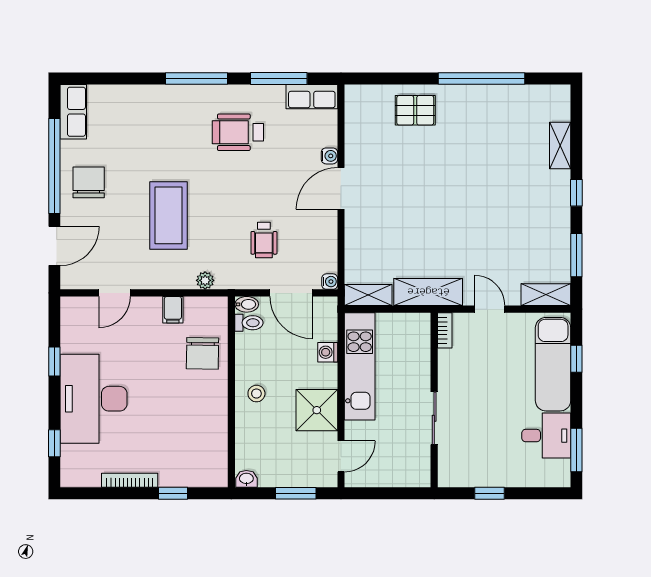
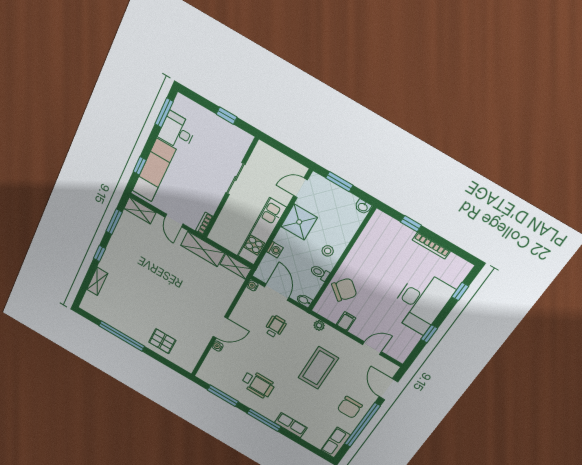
row of seats: (312, 97) -> (291, 425), moved
door: (54, 246) -> (388, 389), hinge flipped
toilet: (249, 323) -> (320, 273), moved
chair: (203, 353) -> (344, 290), turned 39

